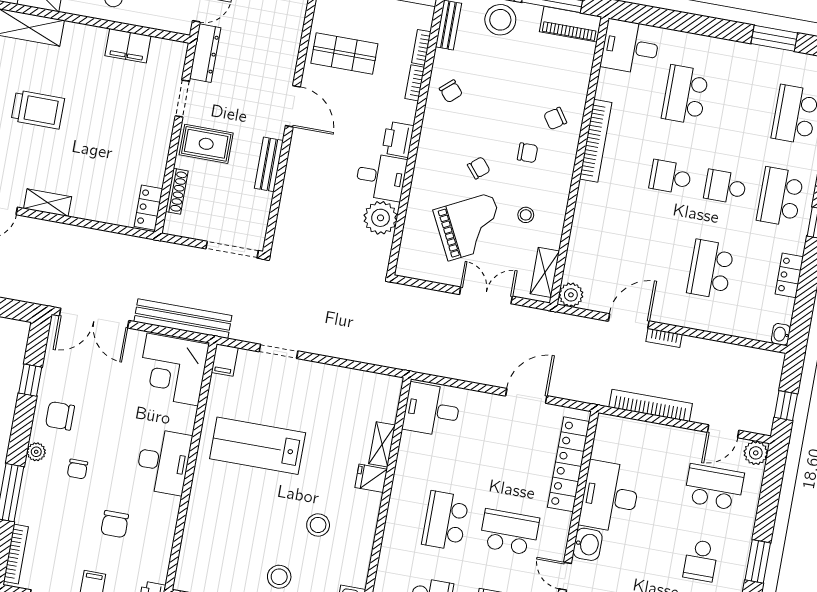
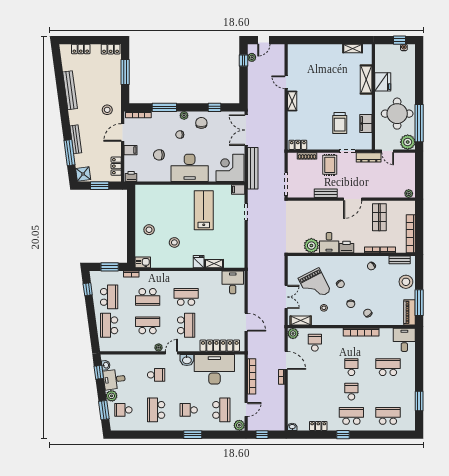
trolley: (38, 110) -> (340, 123), moved
school desk: (710, 269) -> (315, 343), moved, width x0.54
door: (723, 431) -> (246, 410), swing flipped
desk: (163, 462) -> (190, 168), width x1.36, depth x1.30
desk: (610, 497) -> (214, 369), width x1.36, depth x1.30

